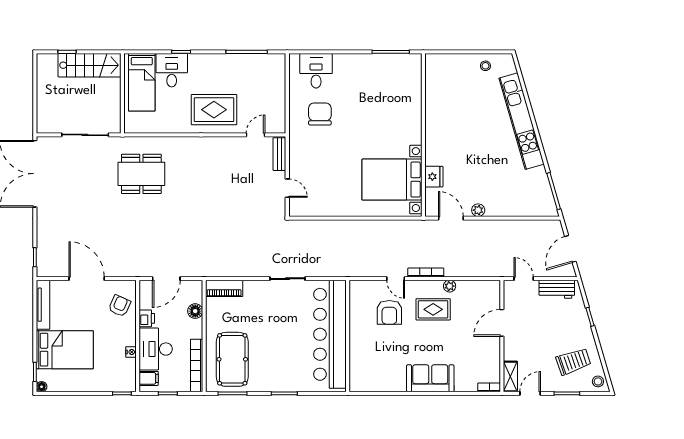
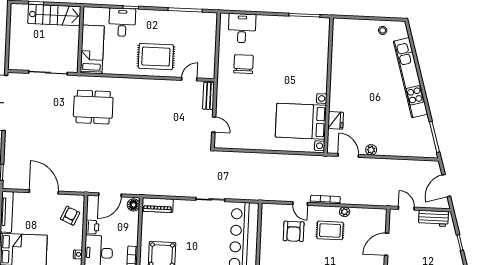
bed: (142, 82) -> (92, 49), moved, turned 180
floor lamp: (195, 311) -> (133, 205), moved

